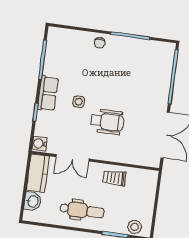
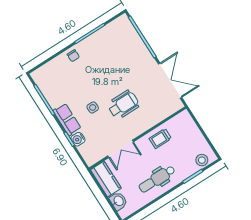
water cooler: (39, 143) -> (78, 139), moved
dental chair: (82, 210) -> (157, 179), turned 180

